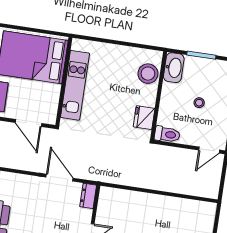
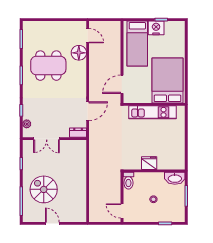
stool: (148, 74) -> (168, 161), removed
fridge: (144, 118) -> (149, 163), moved

